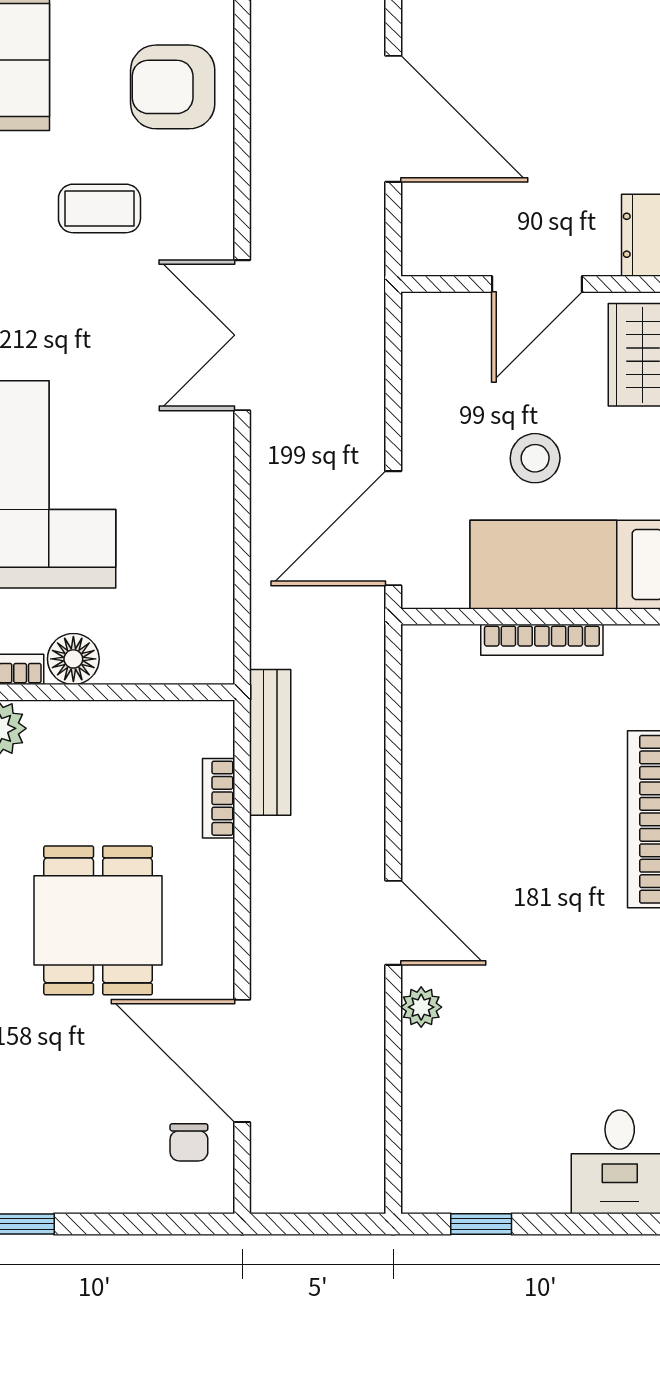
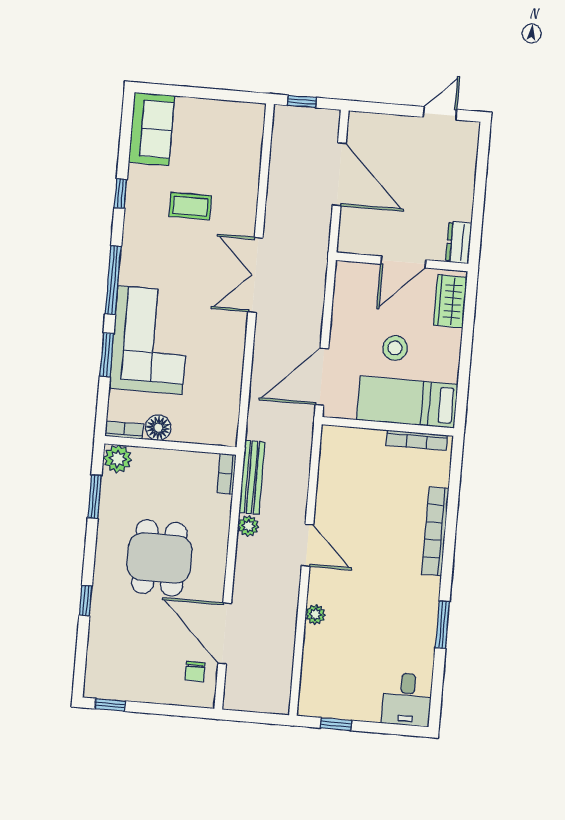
armchair: (173, 87) -> (232, 149), removed
bookcase: (542, 640) -> (417, 440), moved
bookcase: (219, 798) -> (227, 474), moved
plant: (271, 841) -> (248, 526), added
door: (393, 923) -> (307, 545), moved

